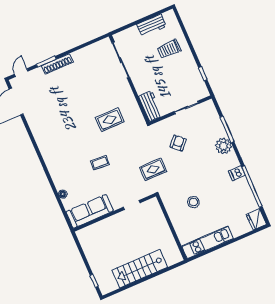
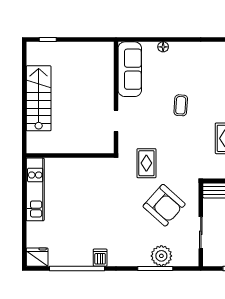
armchair: (178, 143) -> (164, 205), width x1.88, depth x1.88
plant: (223, 146) -> (161, 256), moved
stool: (193, 202) -> (88, 193), removed

